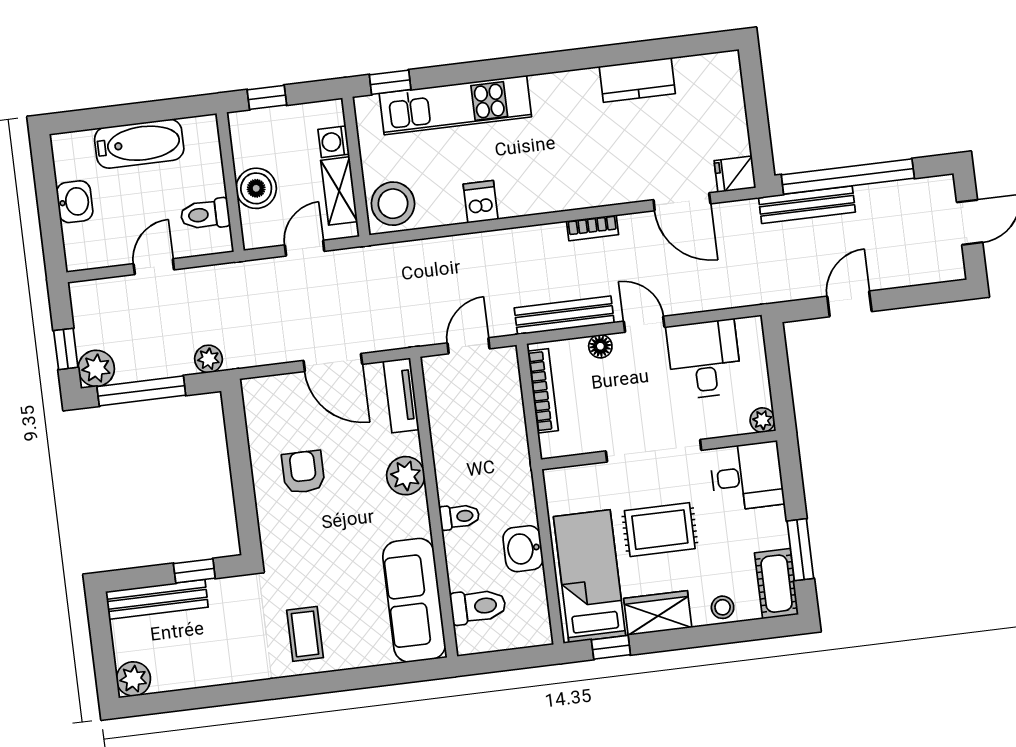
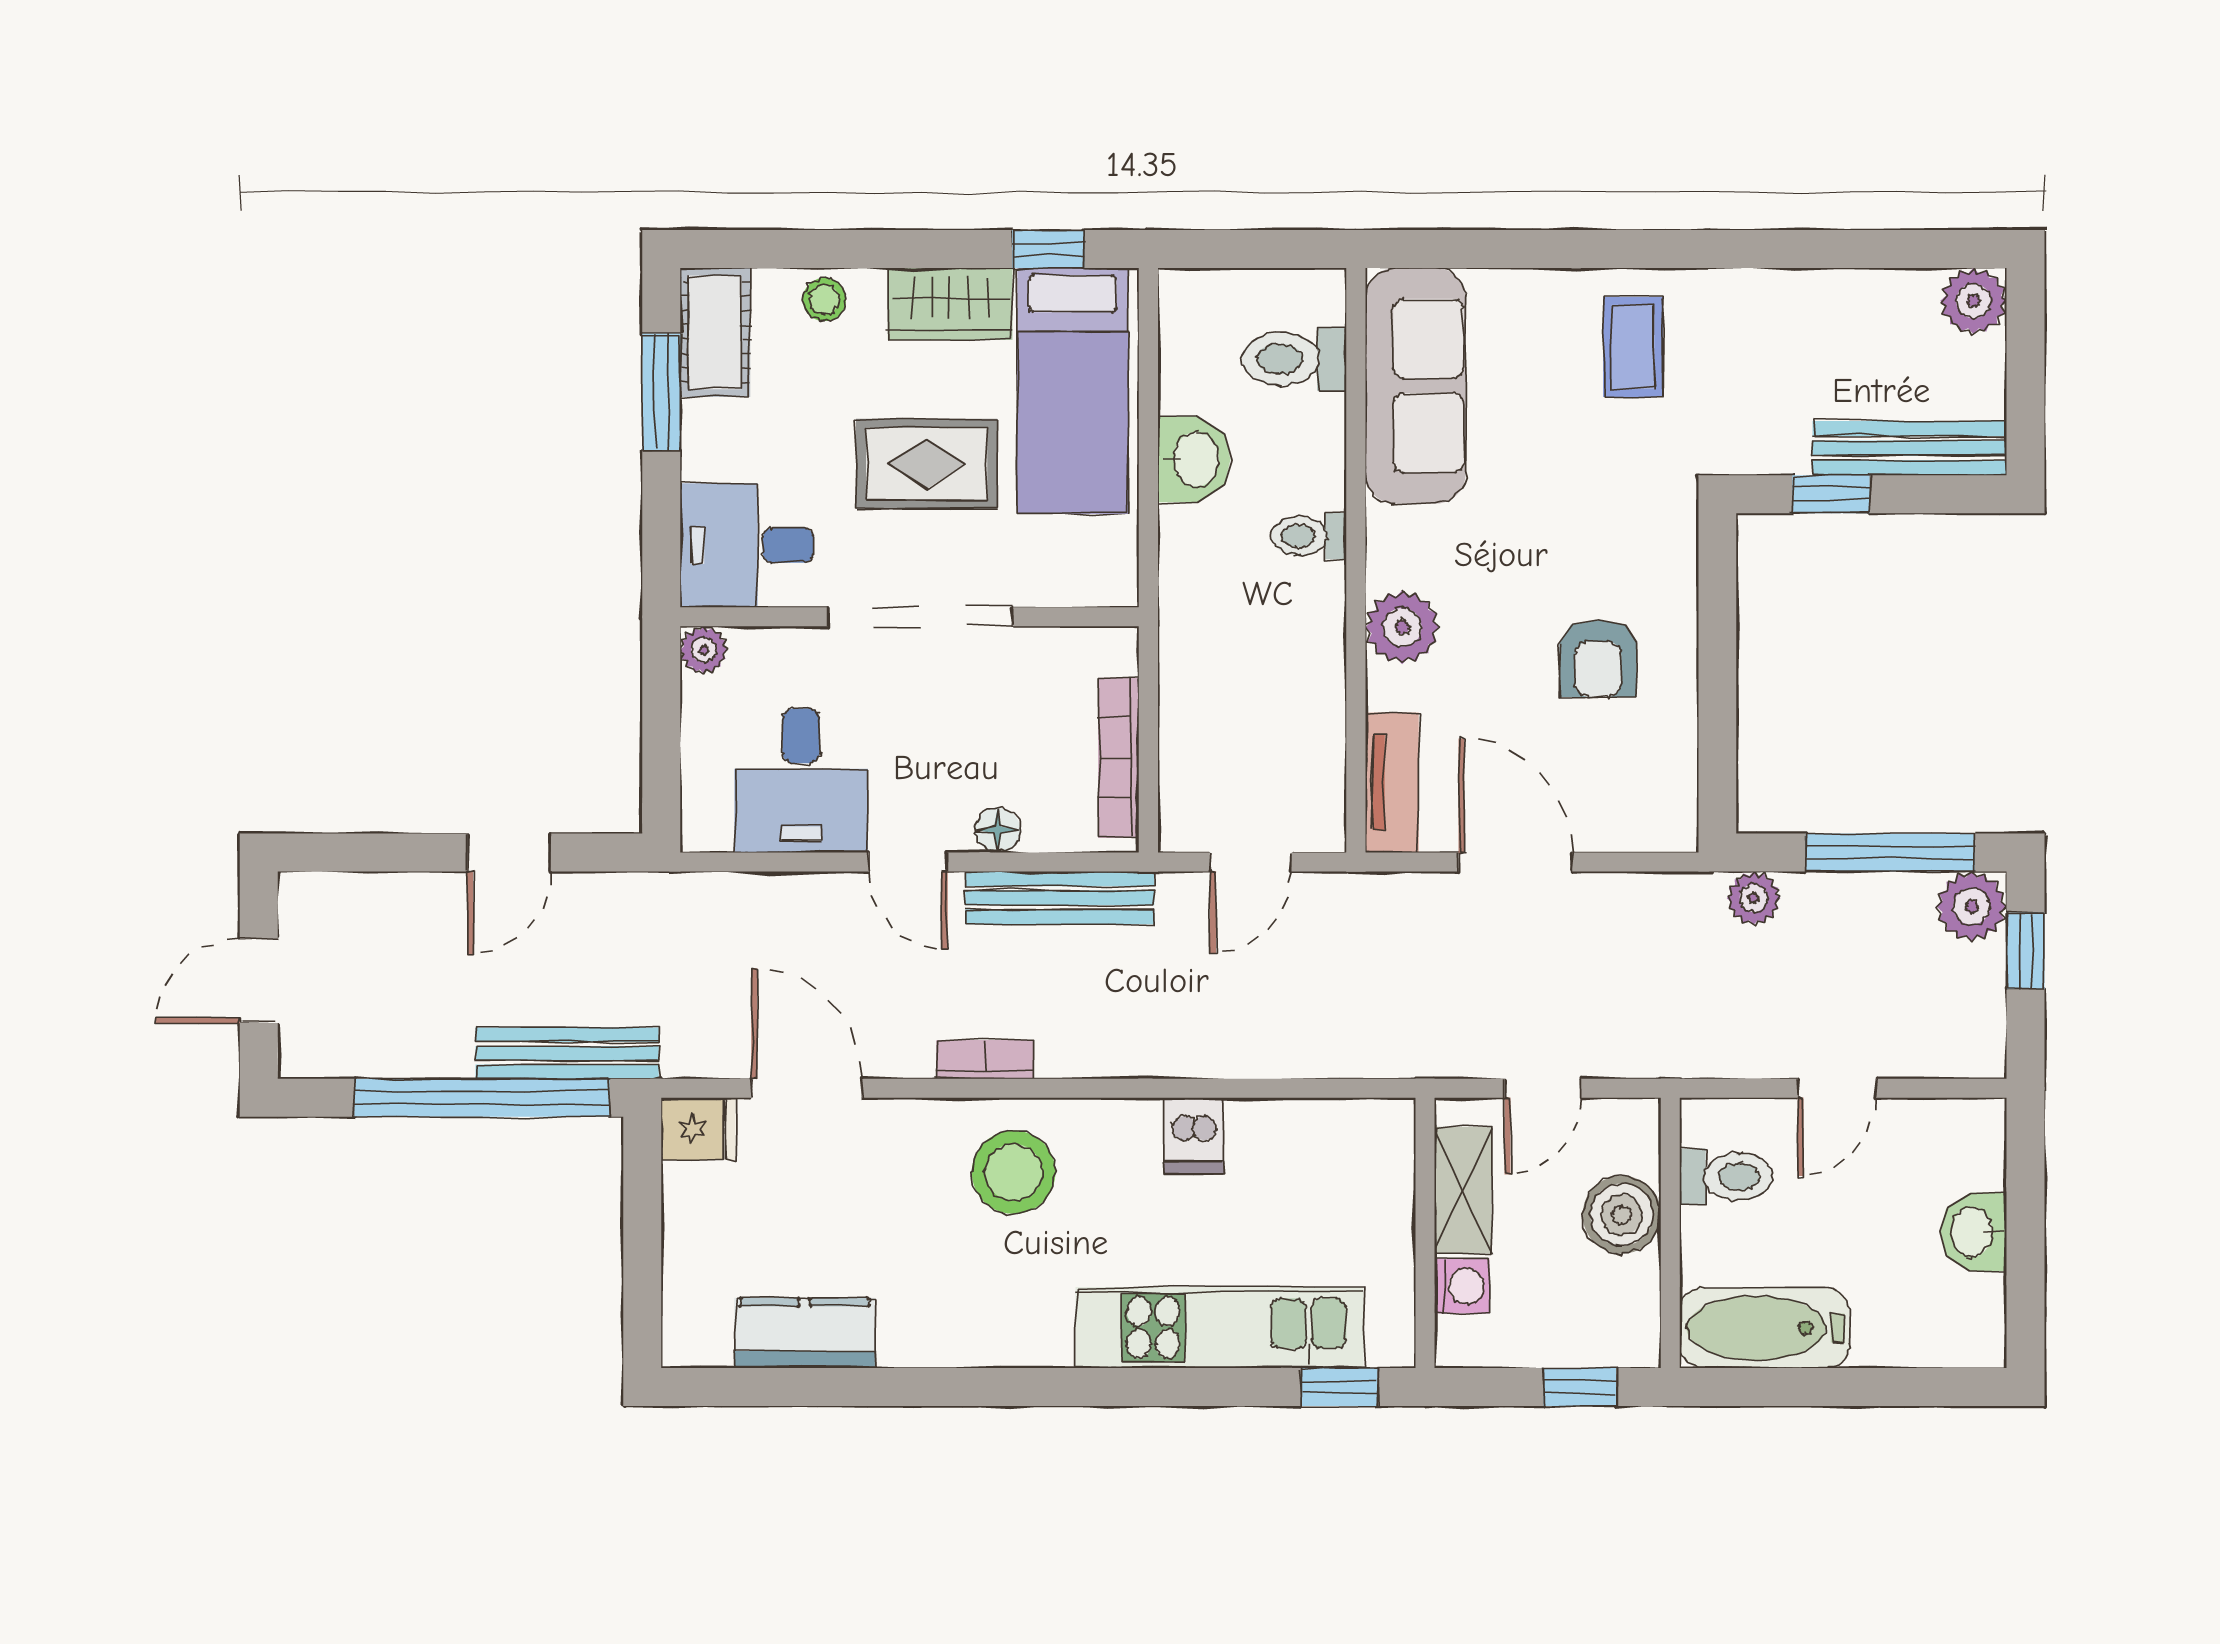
kitchen counter: (637, 80) -> (805, 1333), moved
bathtub: (139, 144) -> (1765, 1328), moved
stool: (393, 204) -> (1014, 1172), moved

